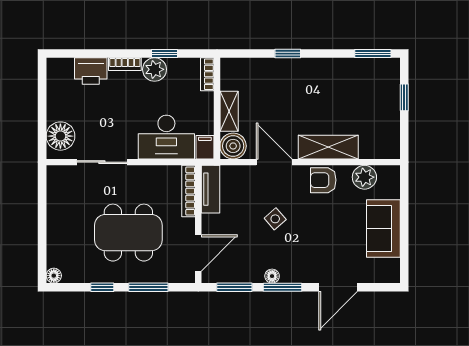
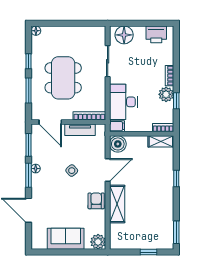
printer: (91, 71) -> (156, 34), moved, turned -90
shelving: (229, 111) -> (161, 141), moved
plant: (364, 177) -> (98, 242), moved
tv unit: (211, 189) -> (80, 130), moved

